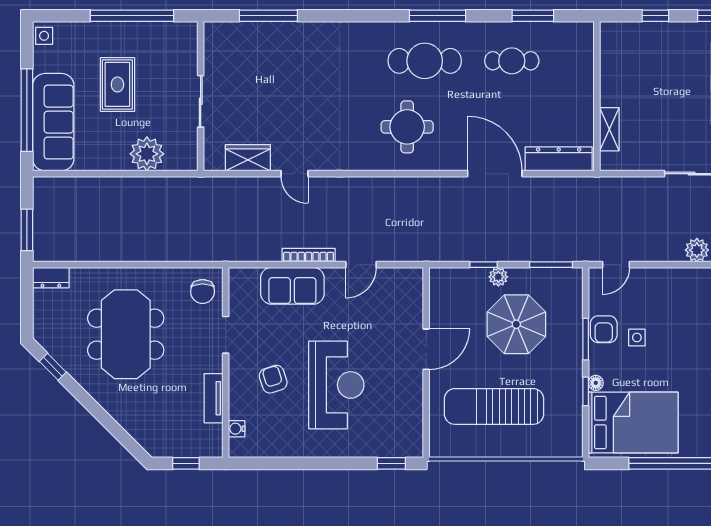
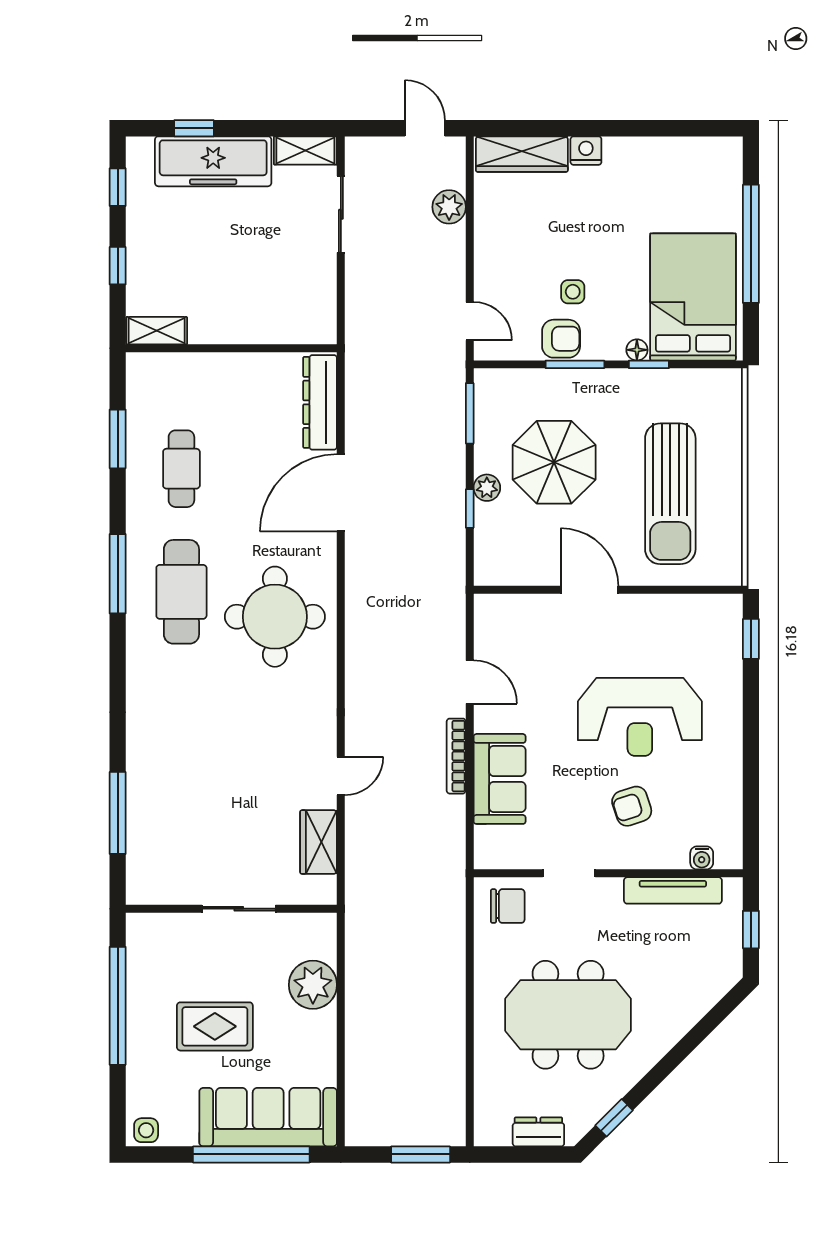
round table: (407, 127) -> (275, 617), width x1.36, depth x1.36
shelving: (609, 129) -> (157, 331), moved
dresser: (51, 278) -> (538, 1132), moved, turned -90
reception desk: (336, 385) -> (640, 717), turned 180
tv unit: (214, 398) -> (673, 890), width x1.41

